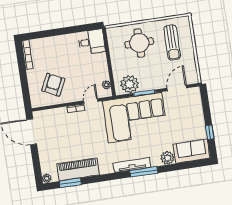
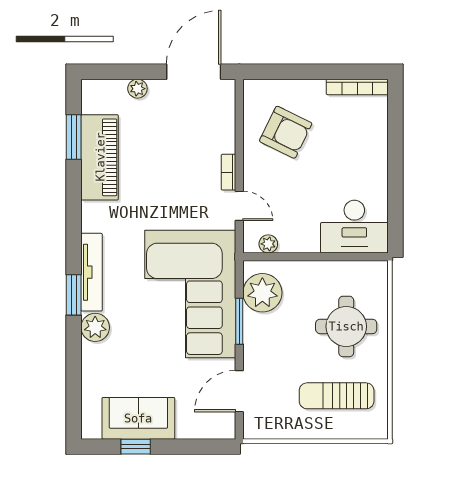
desk: (92, 42) -> (354, 227), width x1.37
door: (177, 88) -> (239, 391), swing flipped
sofa: (191, 151) -> (138, 418), moved, turned -90
plant: (168, 158) -> (95, 327), moved
window: (144, 172) -> (74, 295), width x0.69
plant: (47, 178) -> (137, 89), moved

